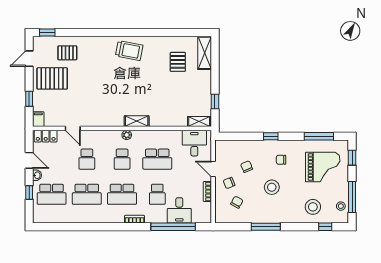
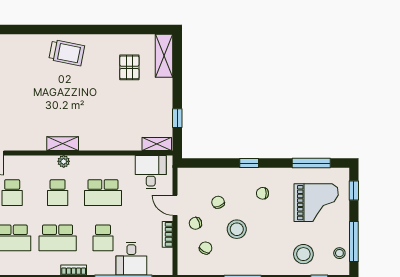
shelving: (137, 121) -> (63, 144), moved
stool: (272, 187) -> (237, 229), moved

